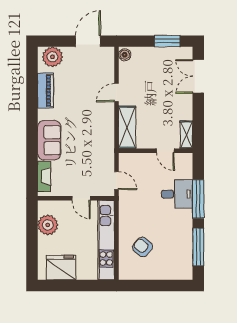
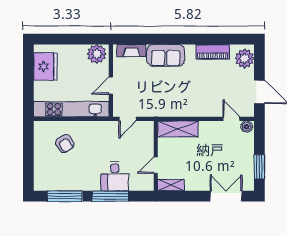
door: (116, 93) -> (231, 119), moved
plant: (48, 225) -> (97, 54), moved
armchair: (143, 247) -> (65, 144), turned 108

